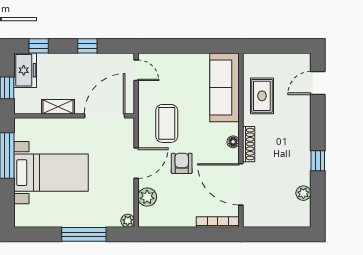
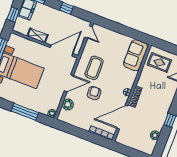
sofa: (225, 87) -> (136, 55), width x0.73
rug: (262, 96) -> (159, 62), moved, turned 90
door: (241, 184) -> (122, 117), hinge flipped

